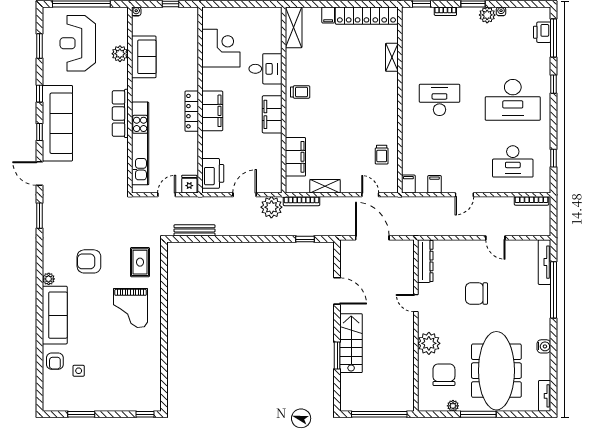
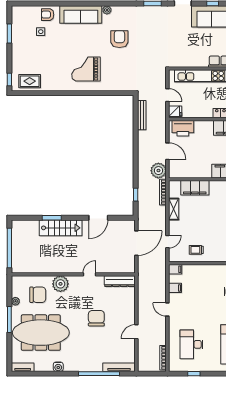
rug: (140, 262) -> (30, 81), moved

